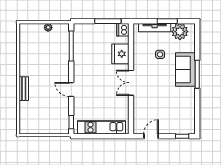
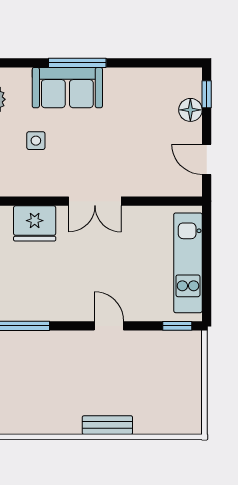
door: (71, 89) -> (109, 326), swing flipped
floor lamp: (175, 128) -> (190, 110), added

